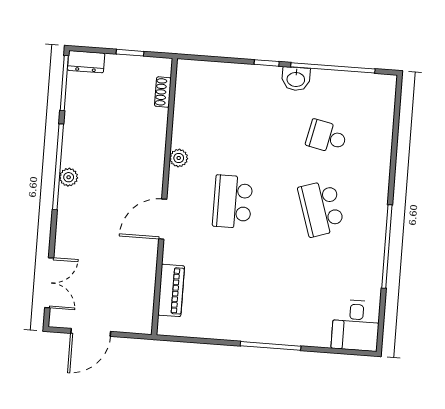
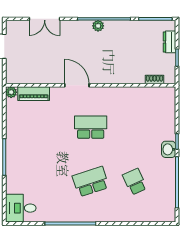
dresser: (86, 62) -> (169, 42), moved
washbasin: (296, 79) -> (169, 149), moved
school desk: (327, 137) -> (135, 182), turned -36
plant: (179, 158) -> (11, 92), moved
double door: (49, 283) -> (45, 19), moved

